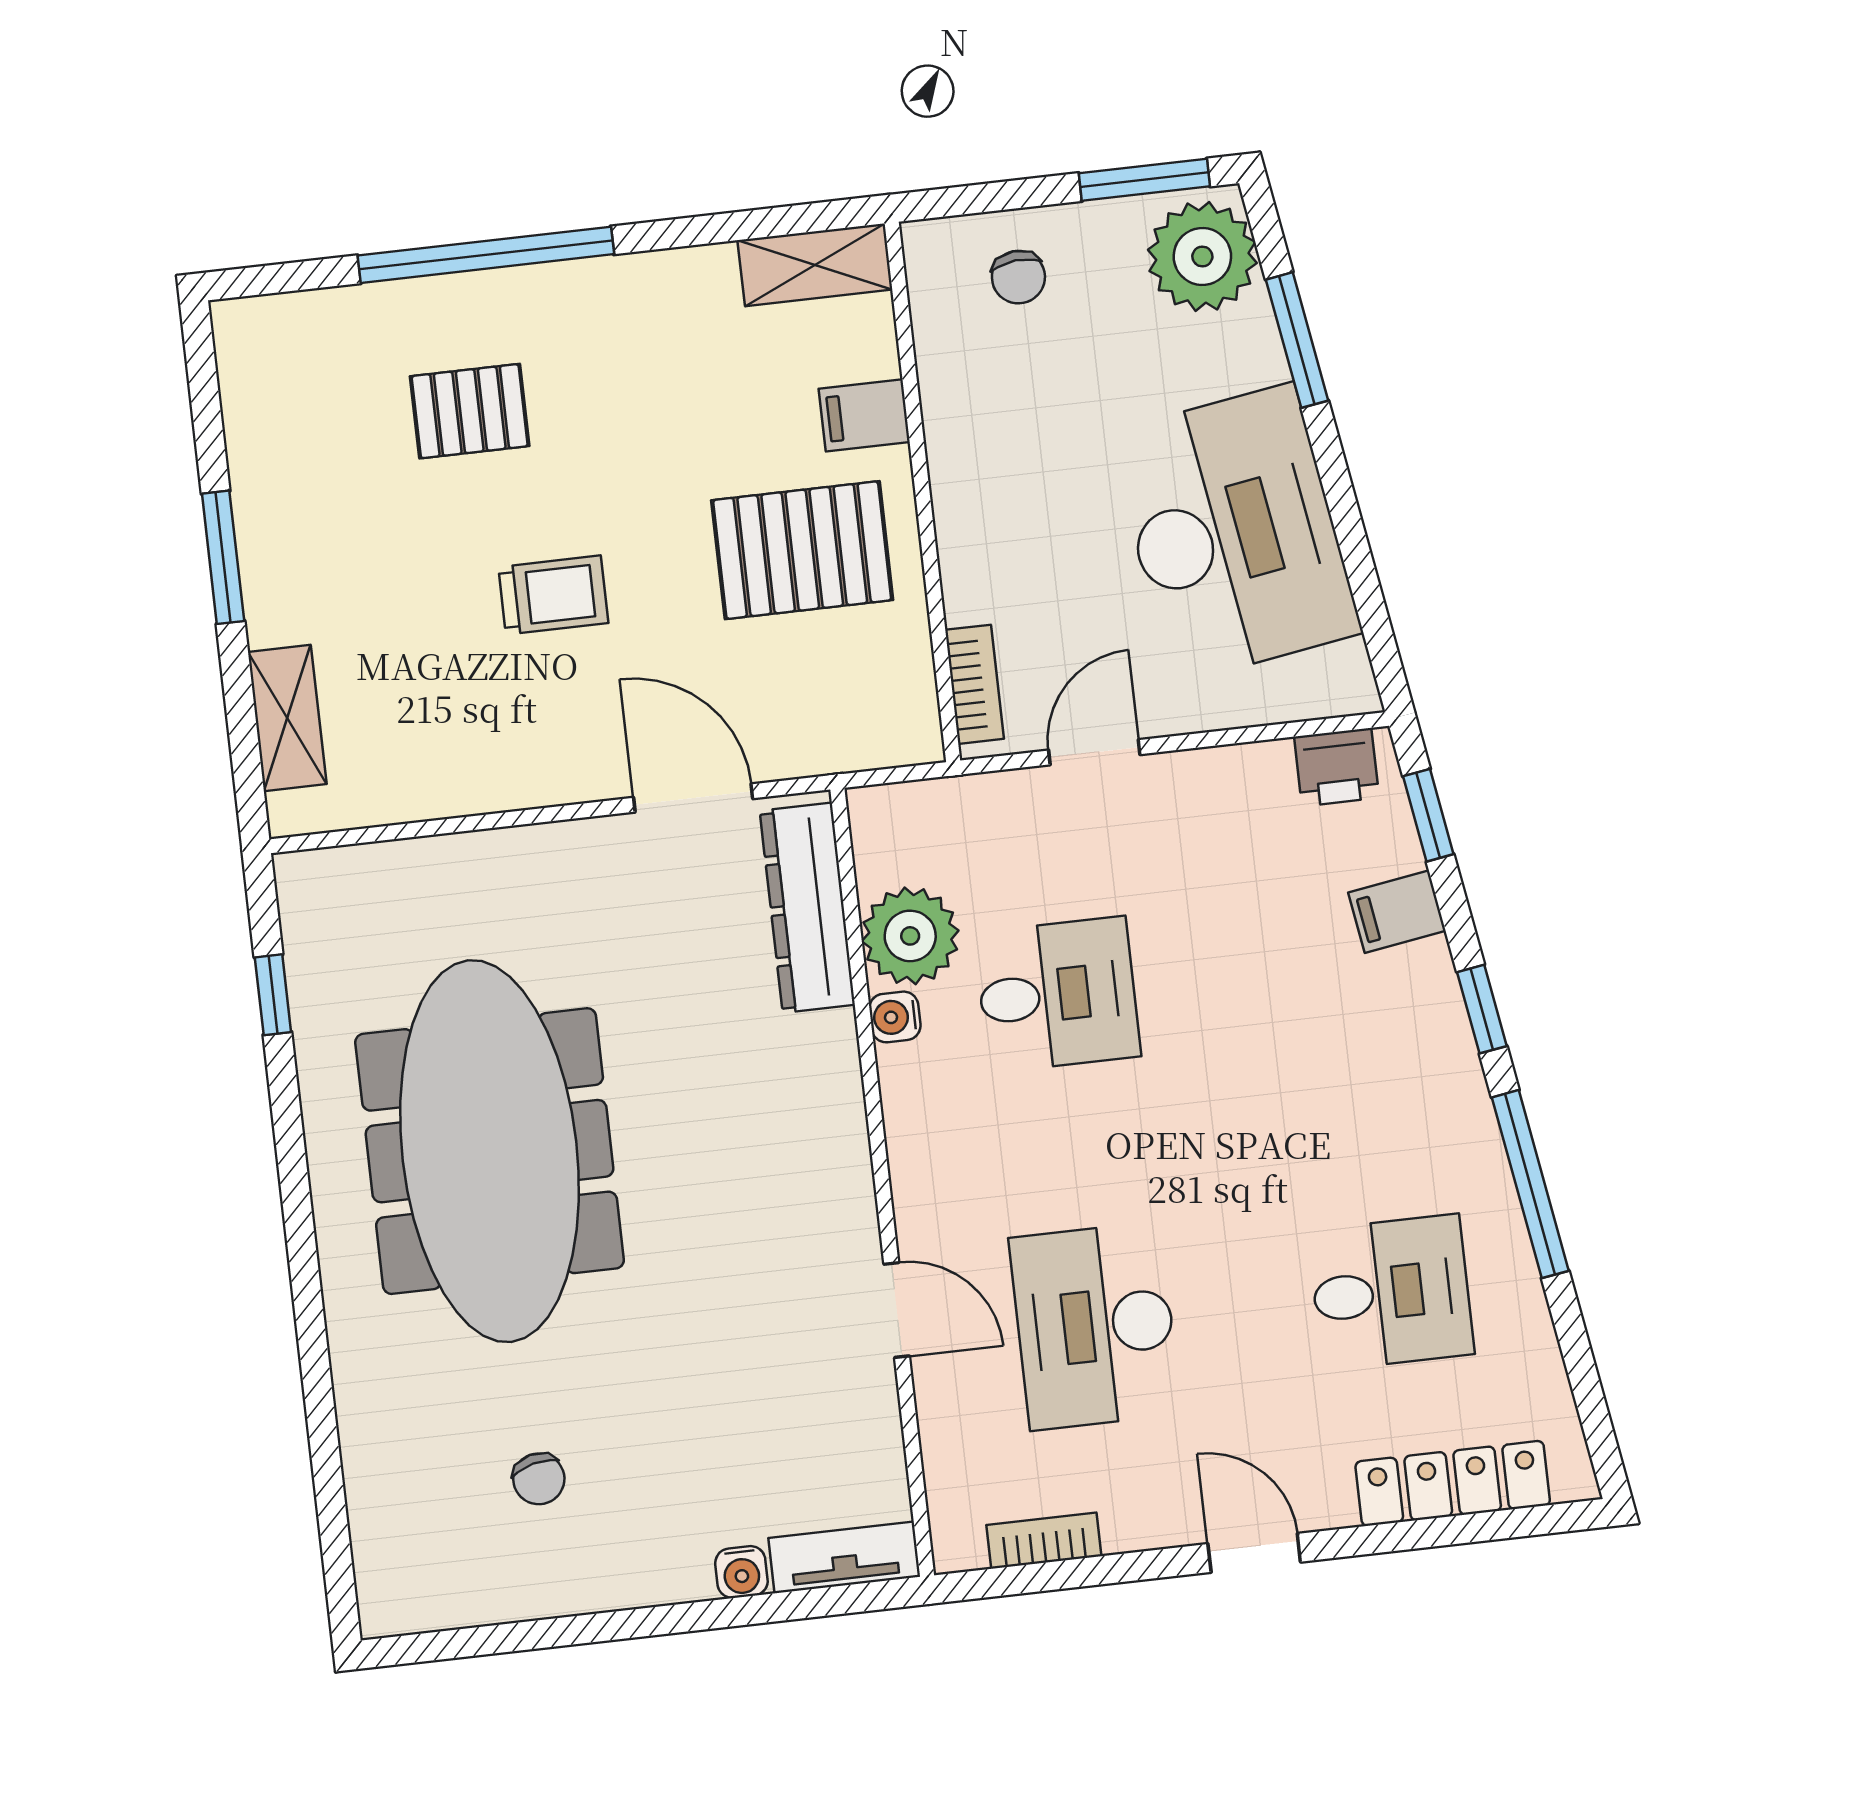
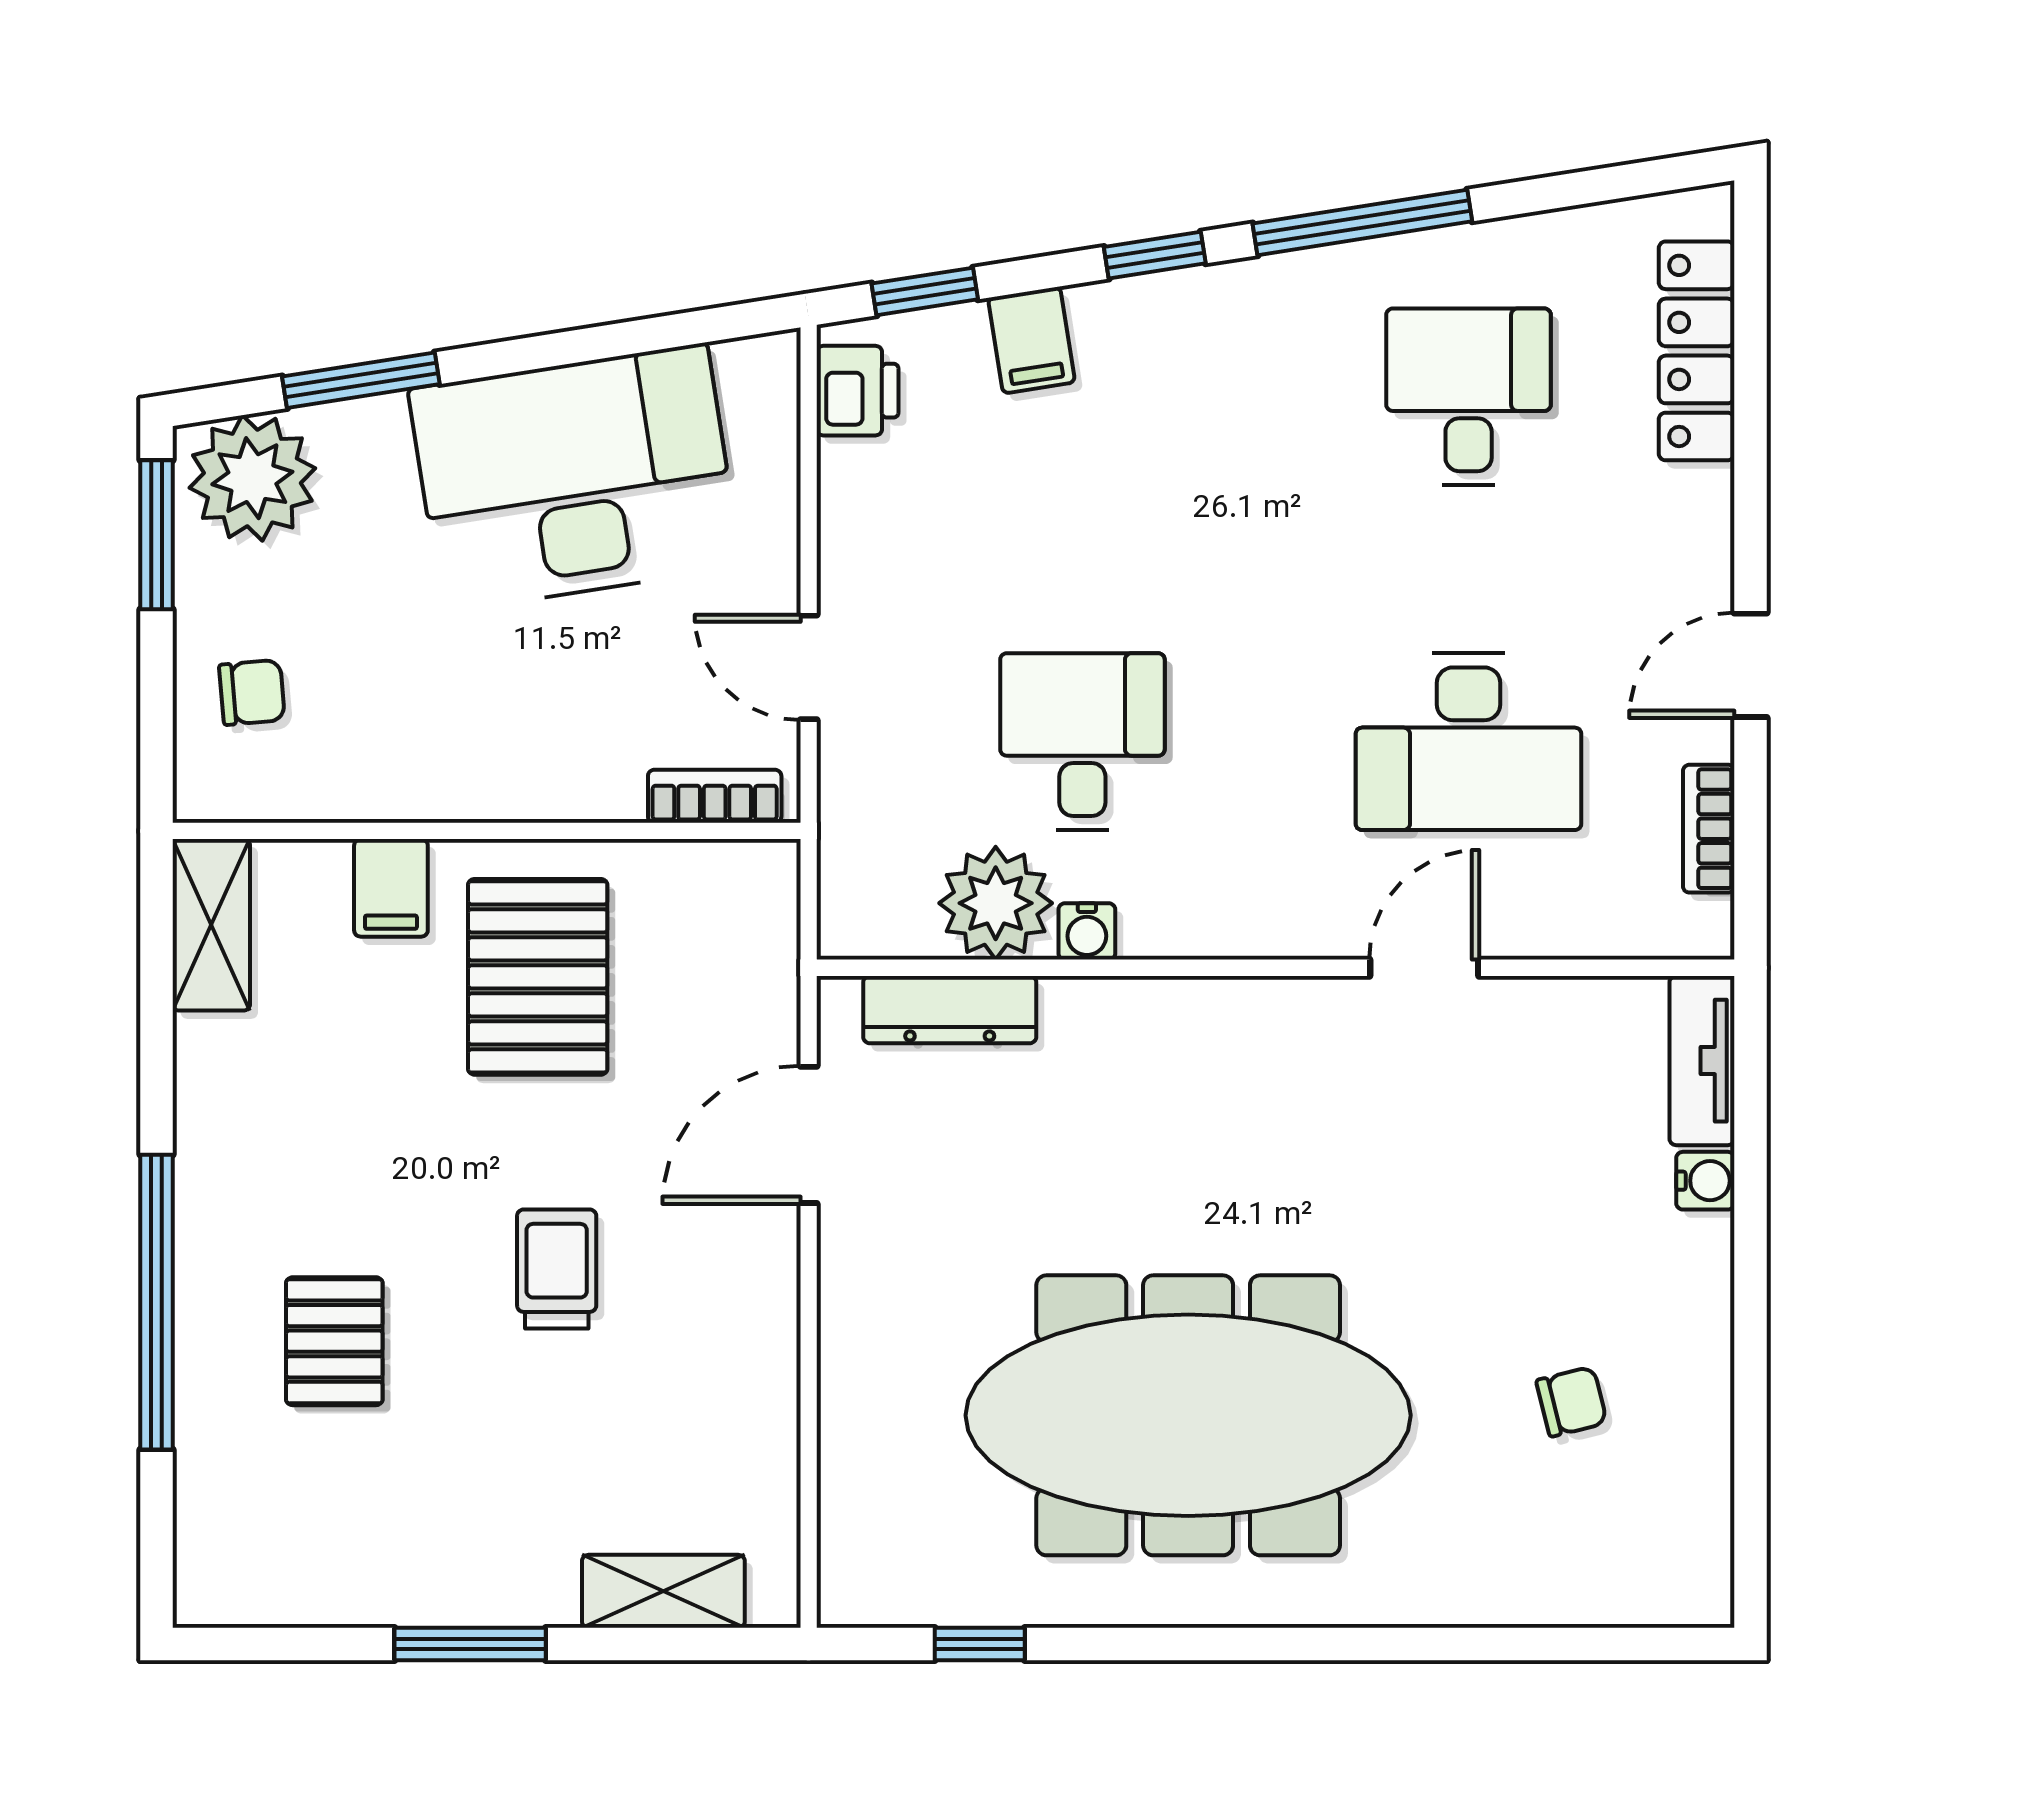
dresser: (807, 908) -> (950, 1010), width x0.73, depth x0.80
door: (1254, 1553) -> (1750, 665), moved

